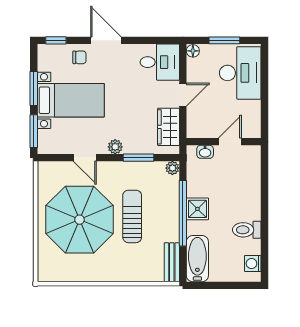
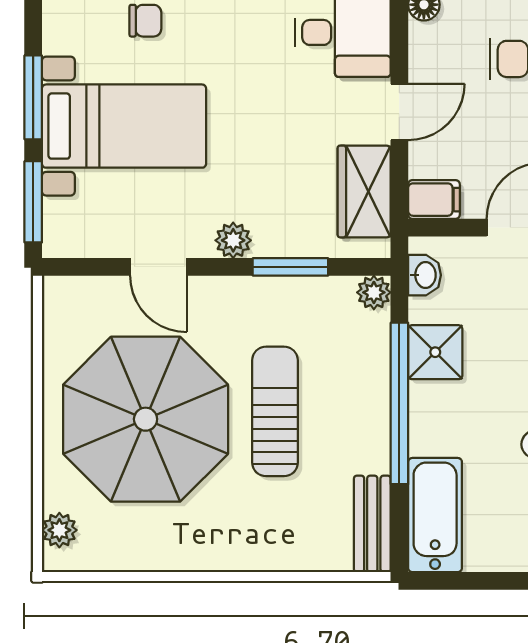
filing cabinet: (197, 130) -> (434, 200), added
washbasin: (205, 152) -> (425, 275), moved, turned -90
shower: (197, 209) -> (435, 352), moved
plant: (44, 265) -> (59, 530), added

